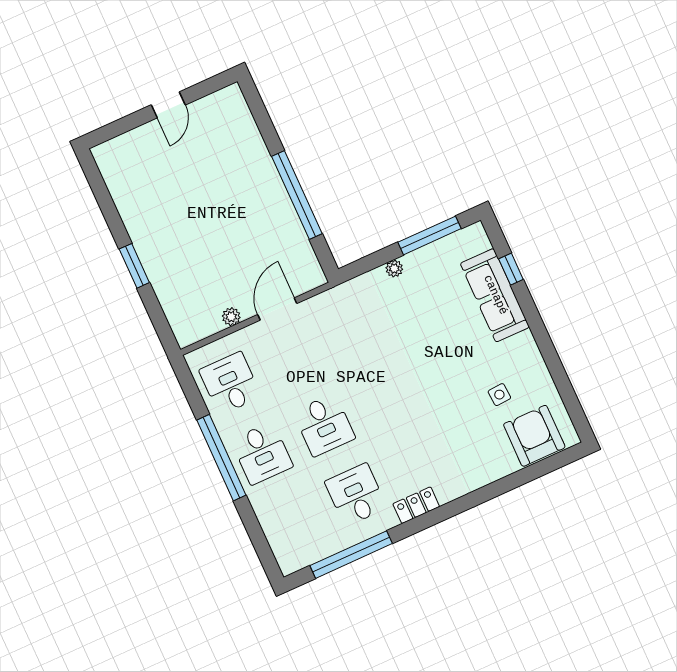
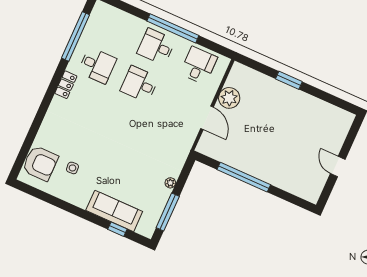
plant: (231, 317) -> (229, 98), width x1.88, depth x1.88
desk: (230, 383) -> (199, 65), turned -90

